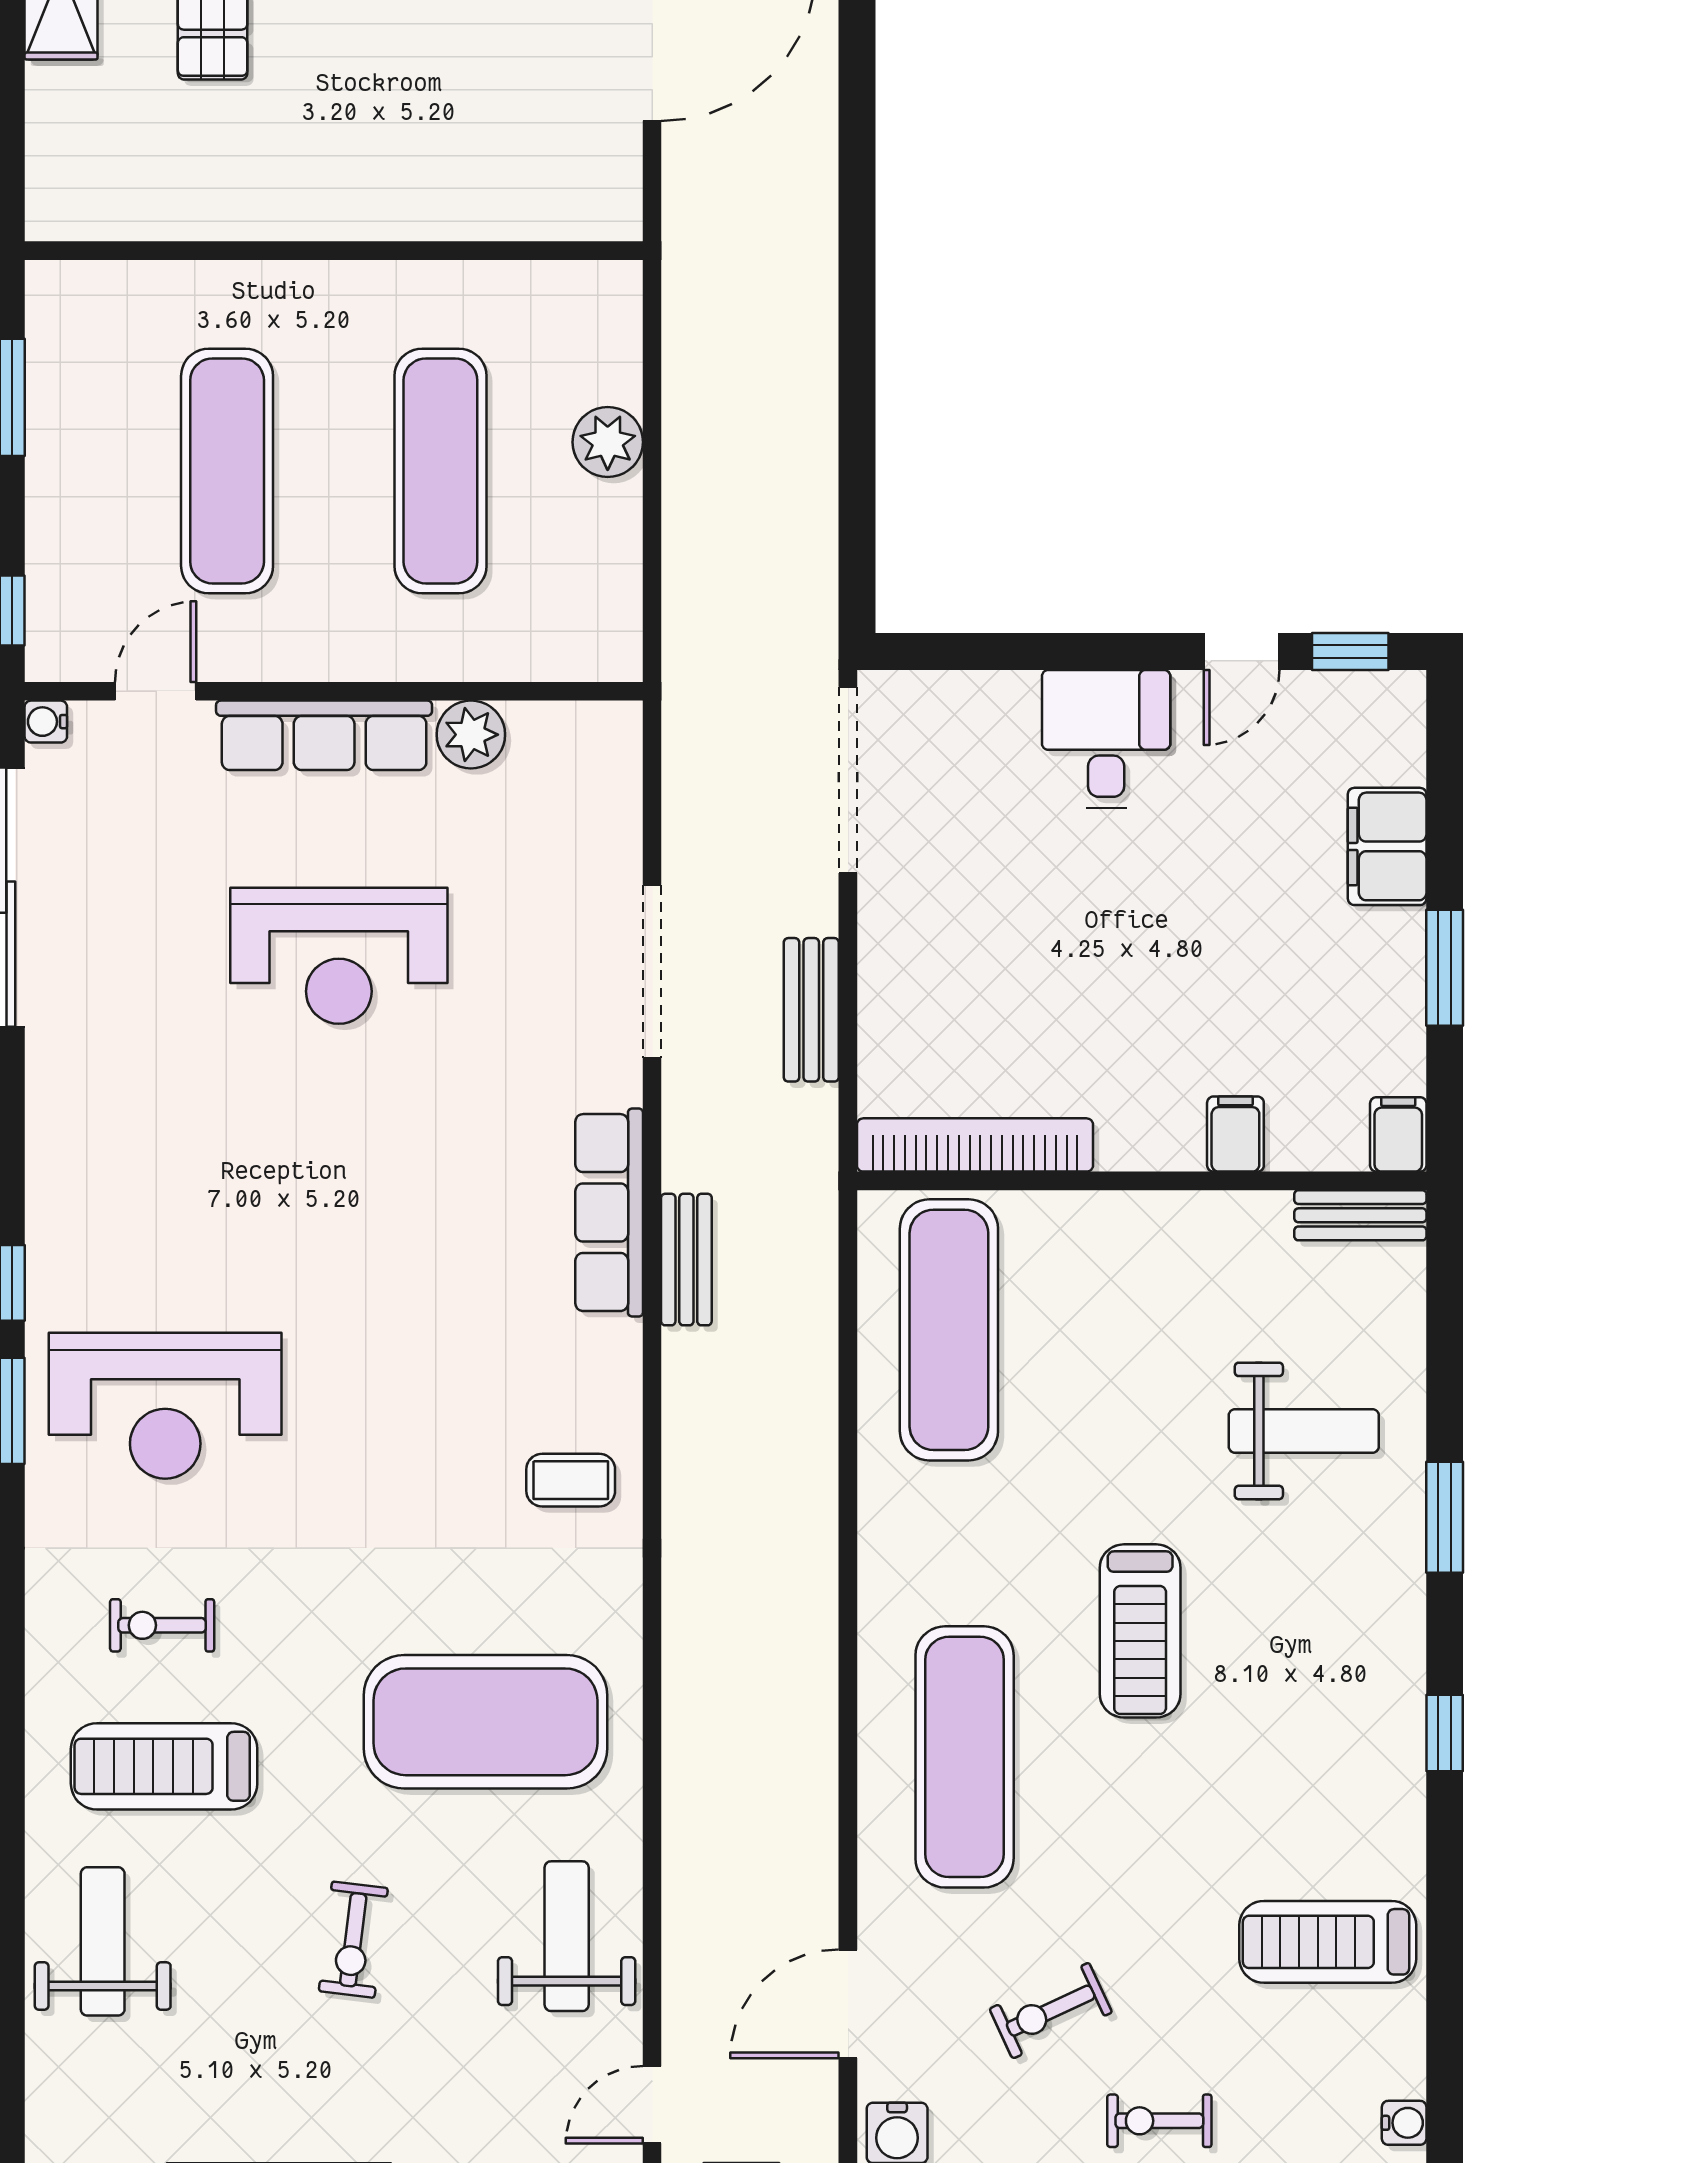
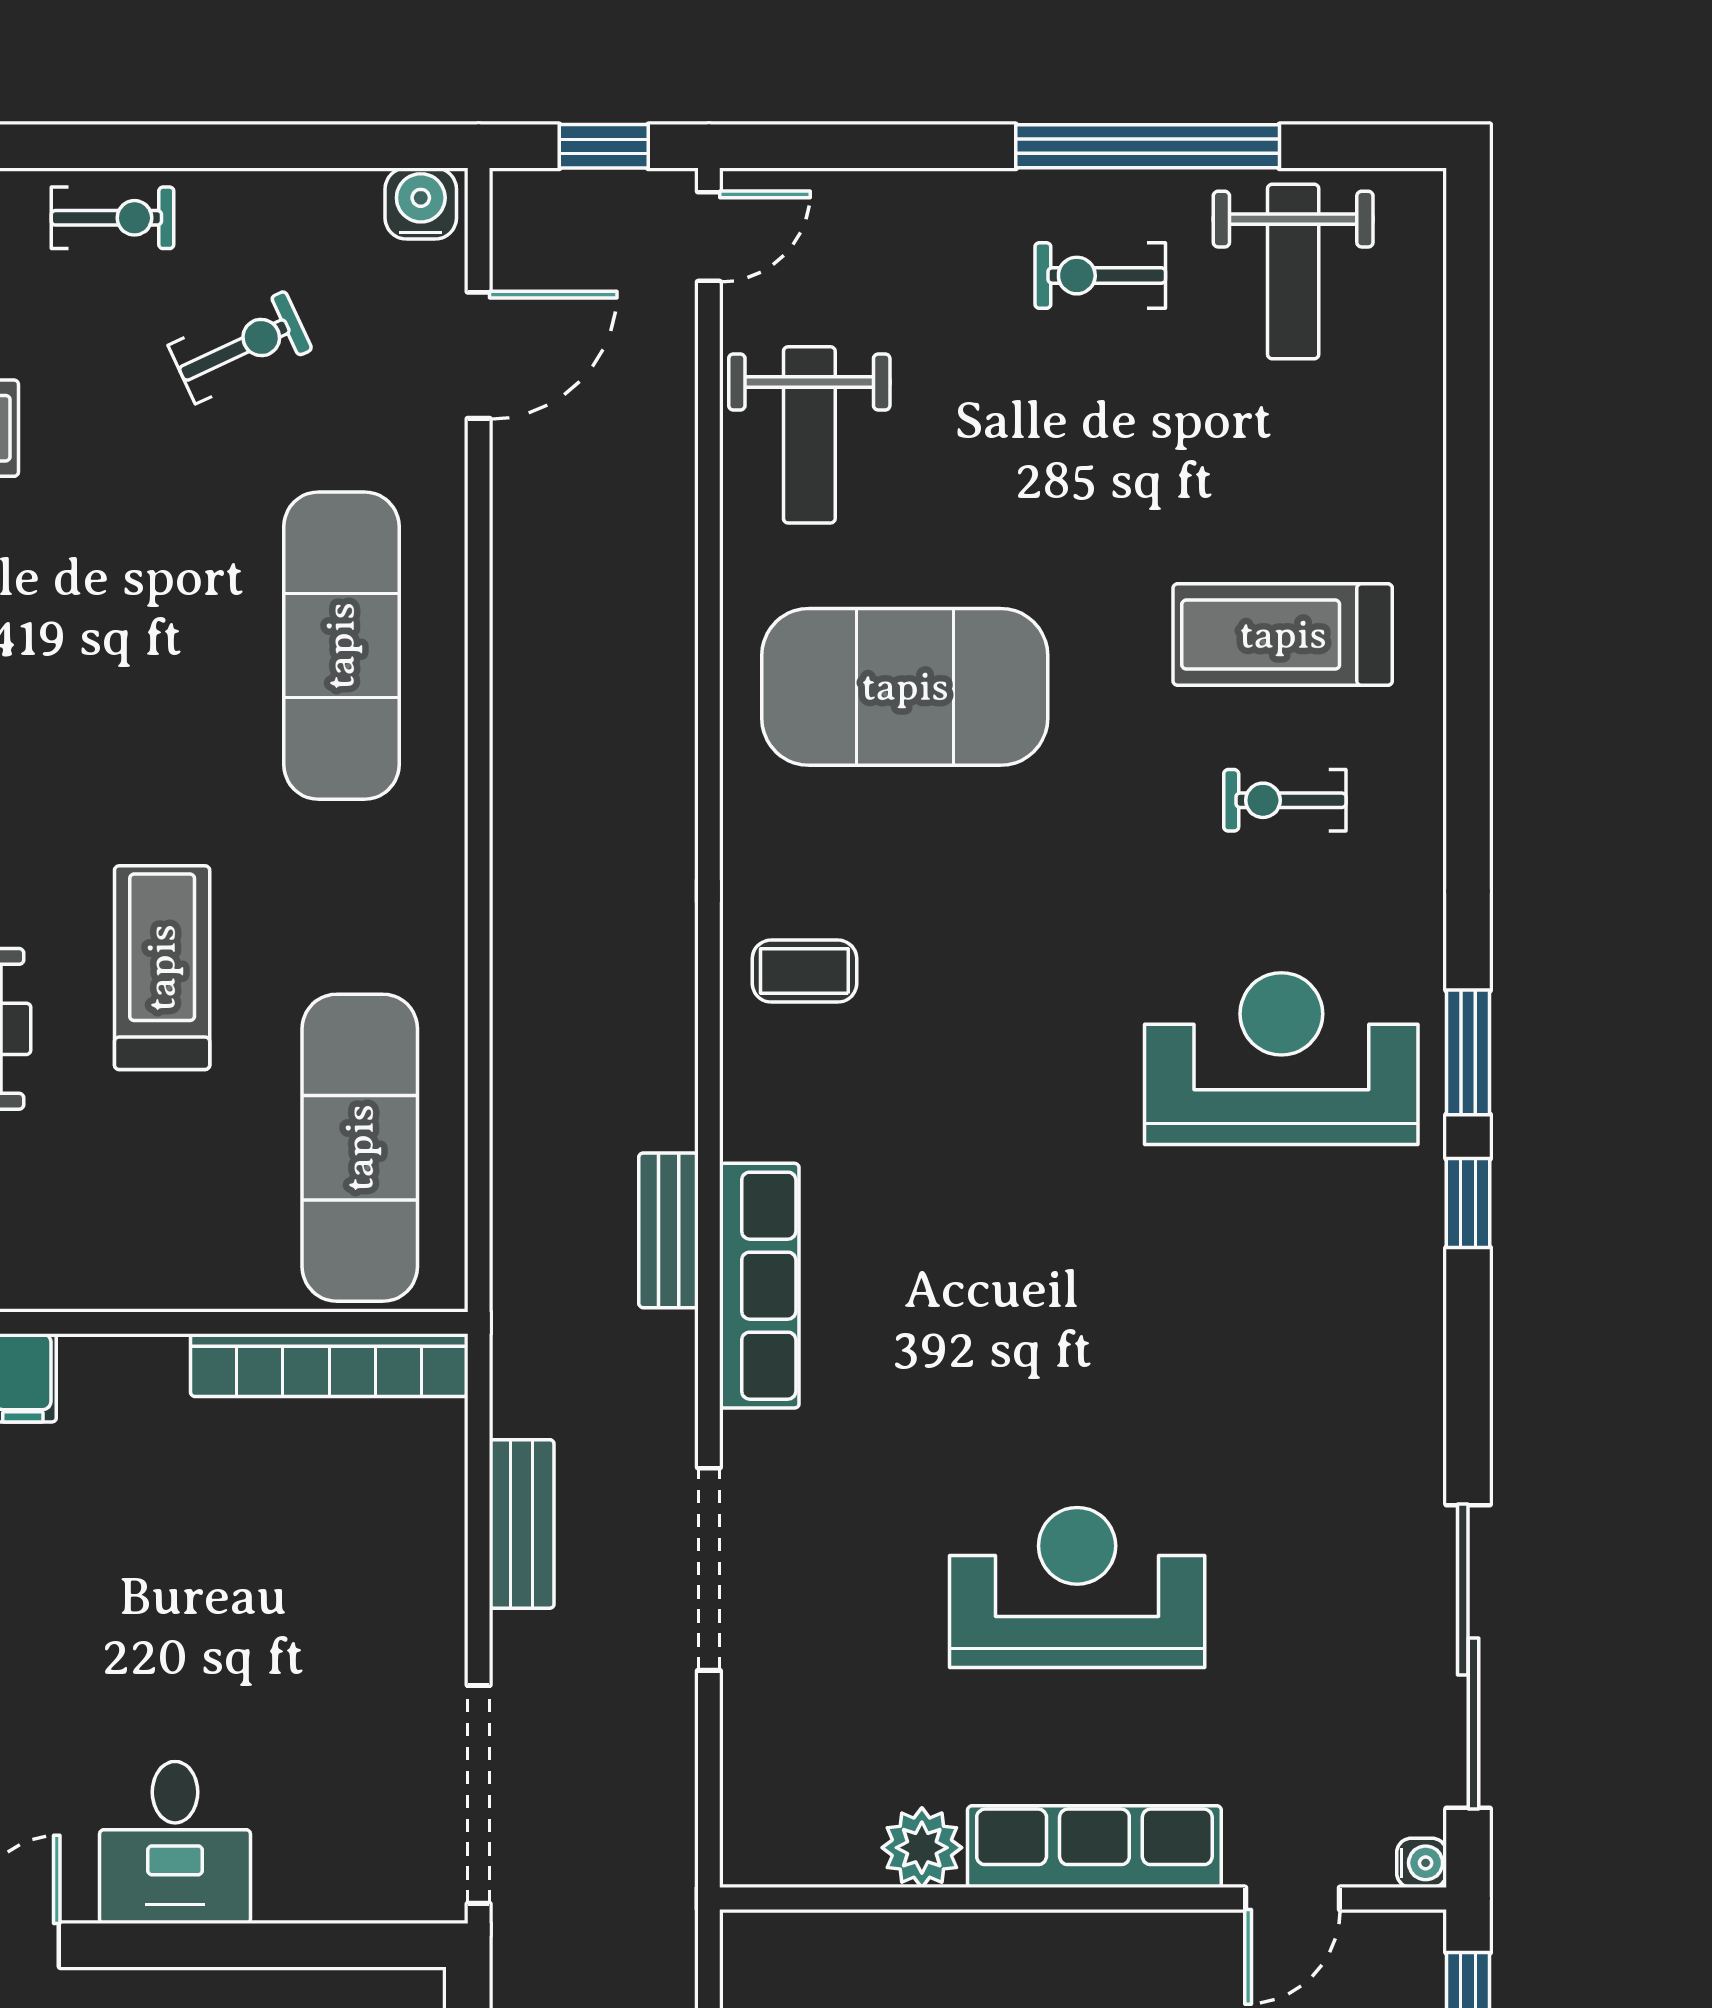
exercise bike: (162, 1625) -> (1285, 800), turned 180
treadmill: (1140, 1631) -> (162, 968), moved
treadmill: (164, 1766) -> (1283, 635), turned 180
exercise bike: (353, 1940) -> (1100, 276), moved, turned -97
weight bench: (103, 1941) -> (1293, 272), moved

